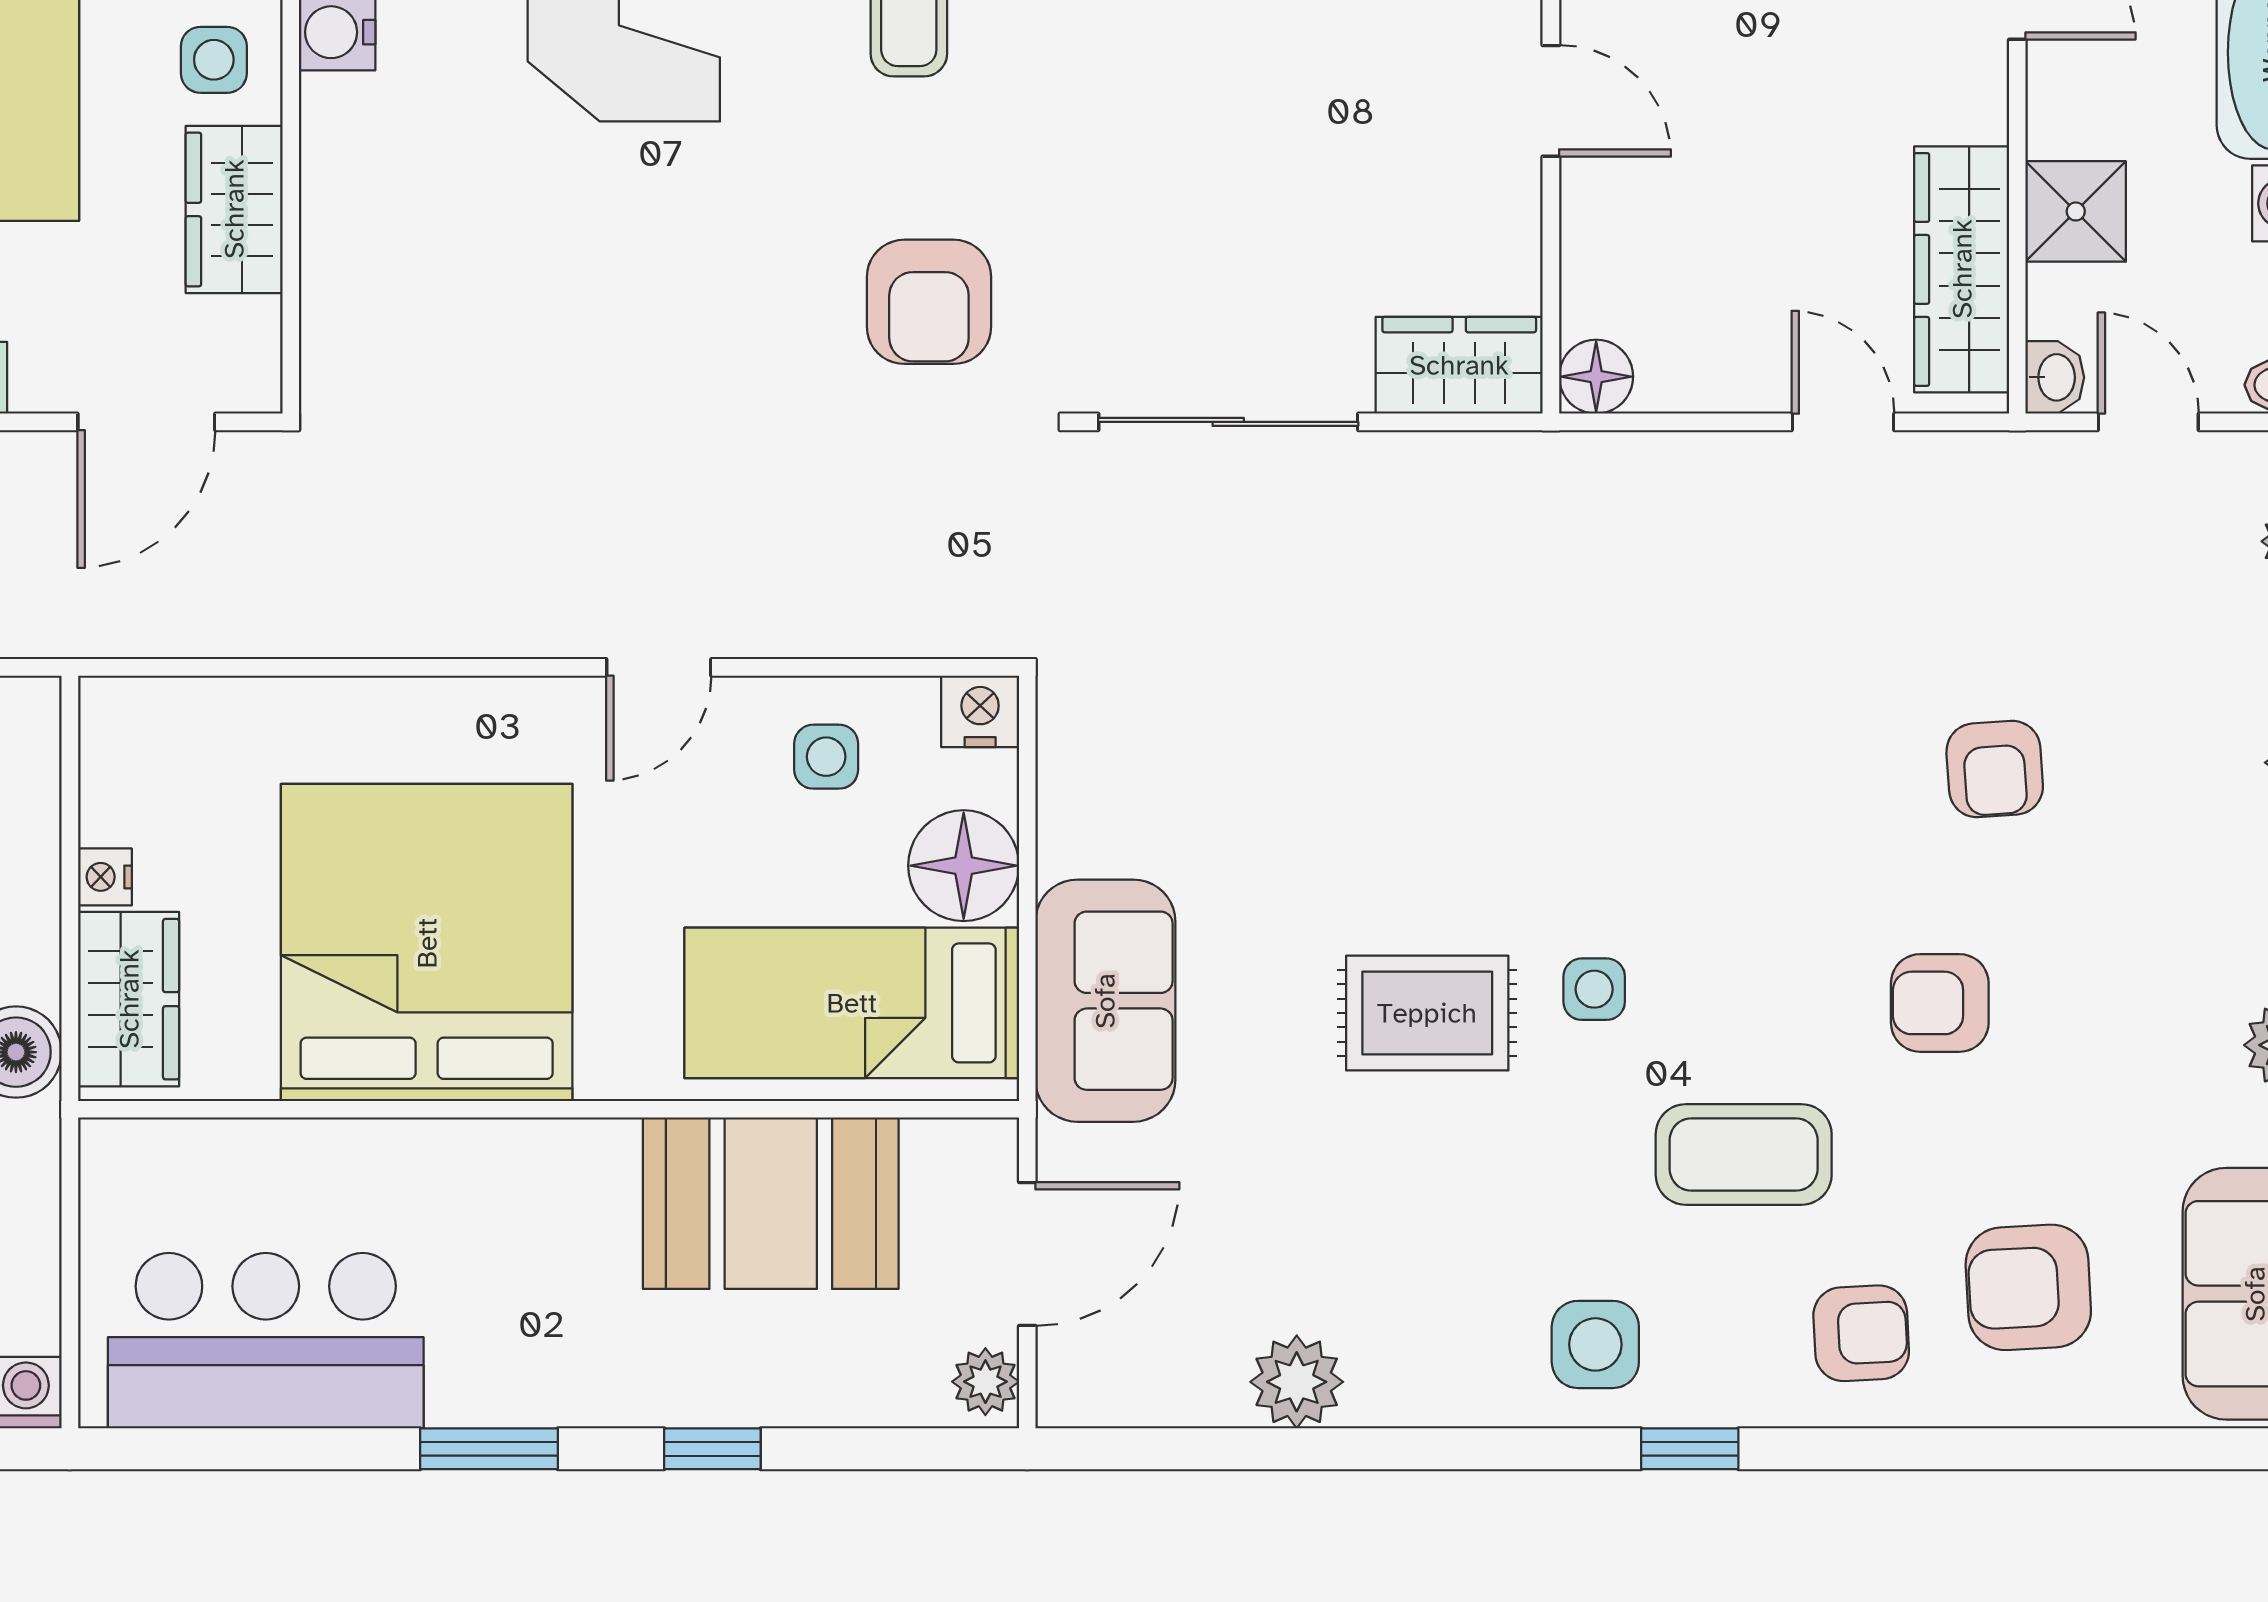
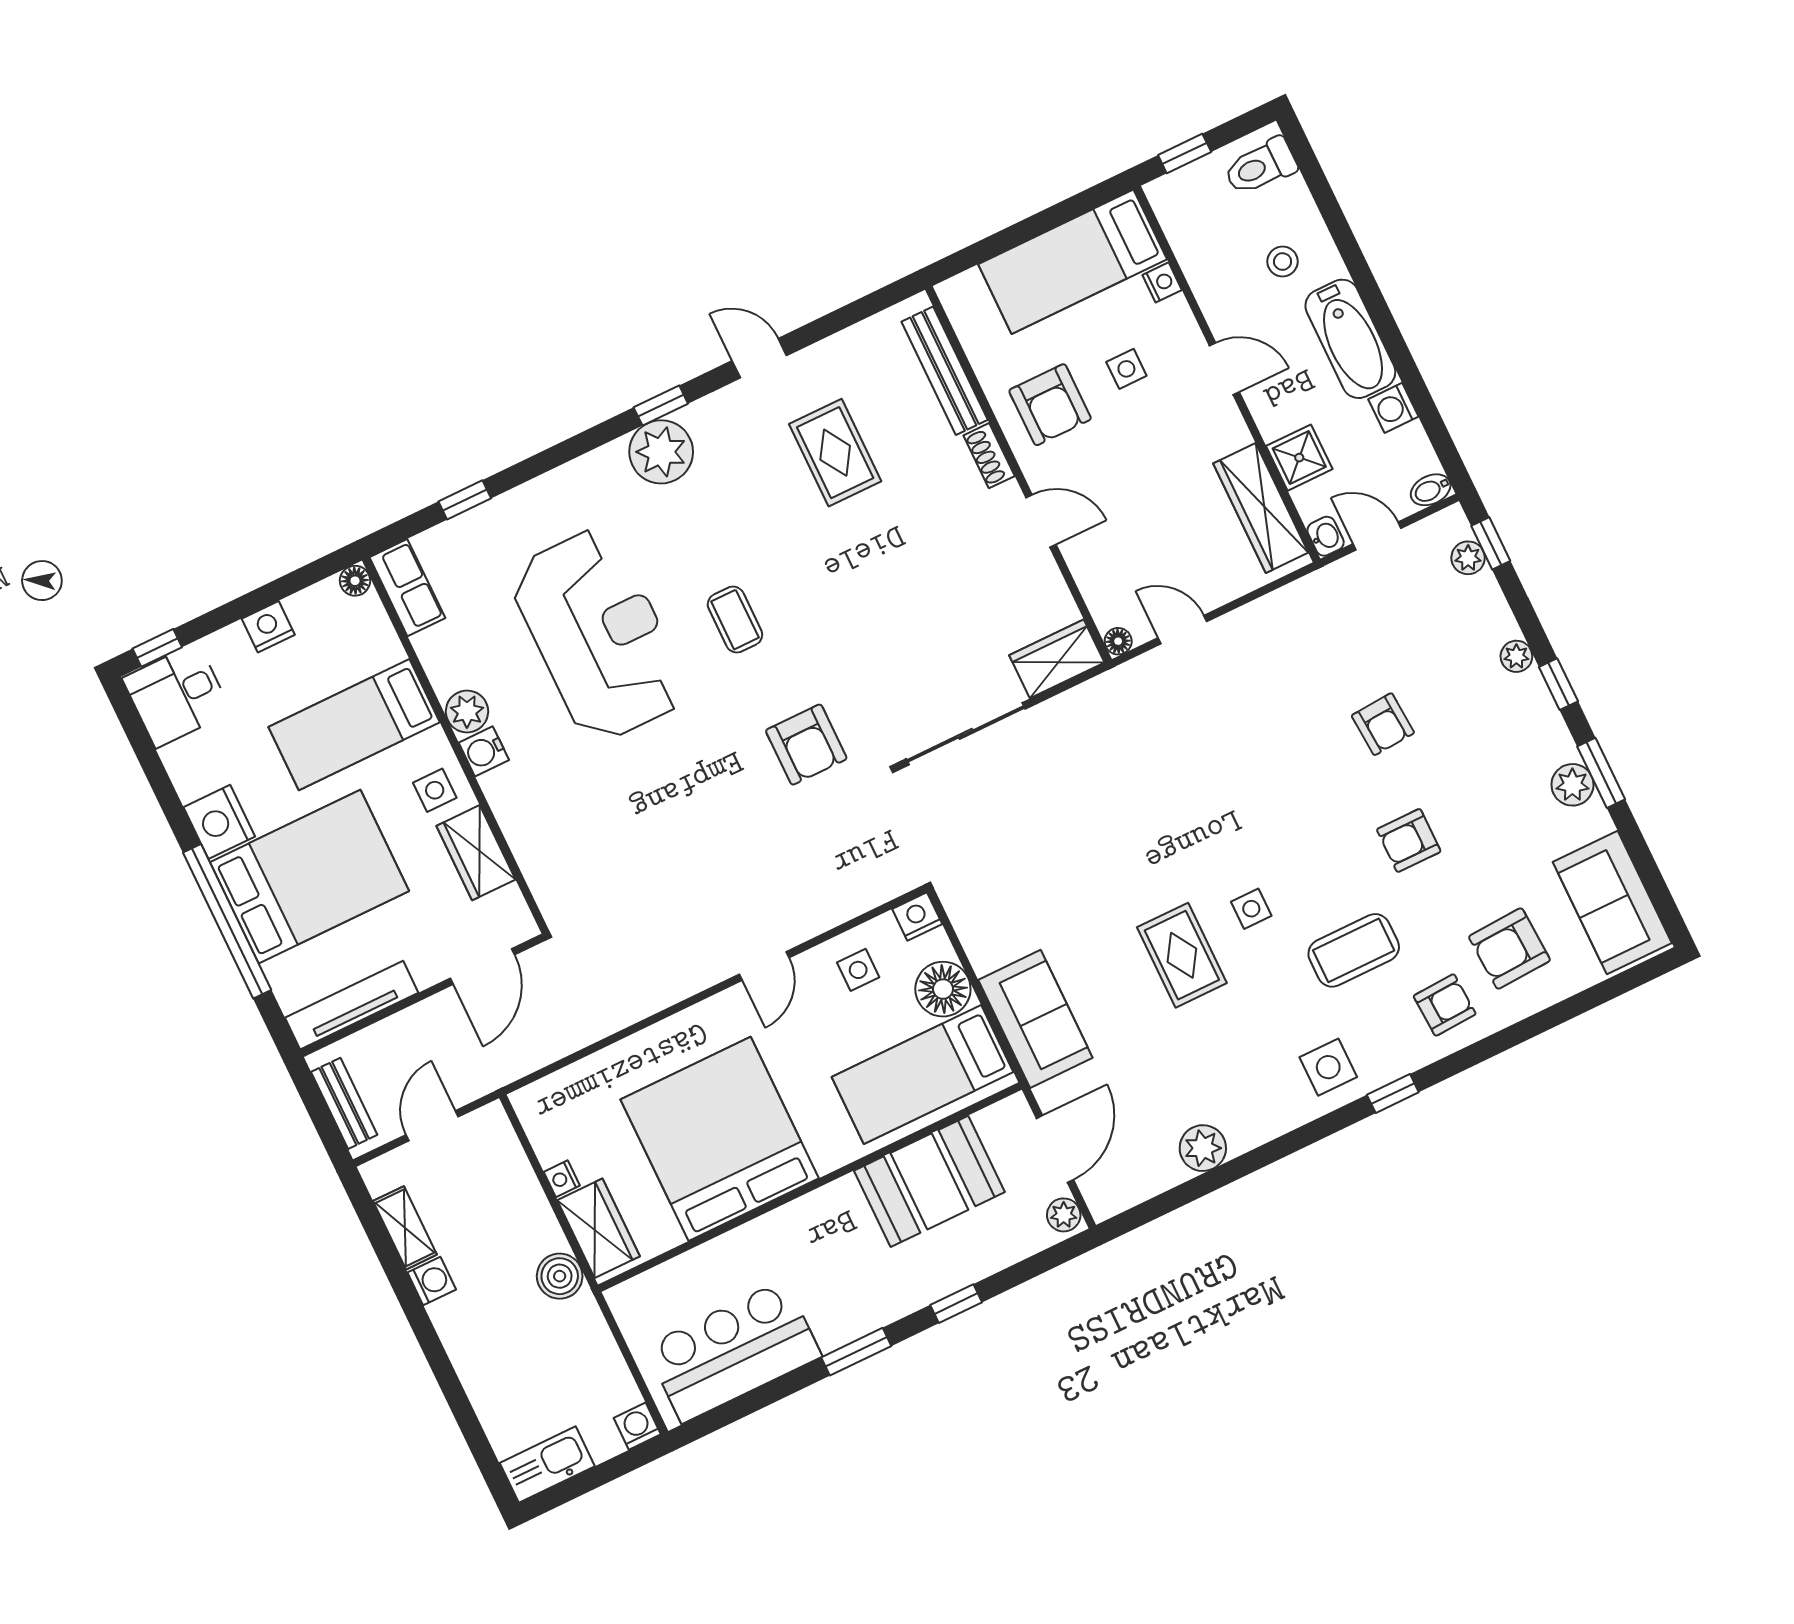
floor lamp: (1596, 377) -> (1118, 641), width x0.73, depth x0.73
door: (1843, 422) -> (1182, 630), moved
rug: (1427, 1013) -> (1182, 955), turned 90

